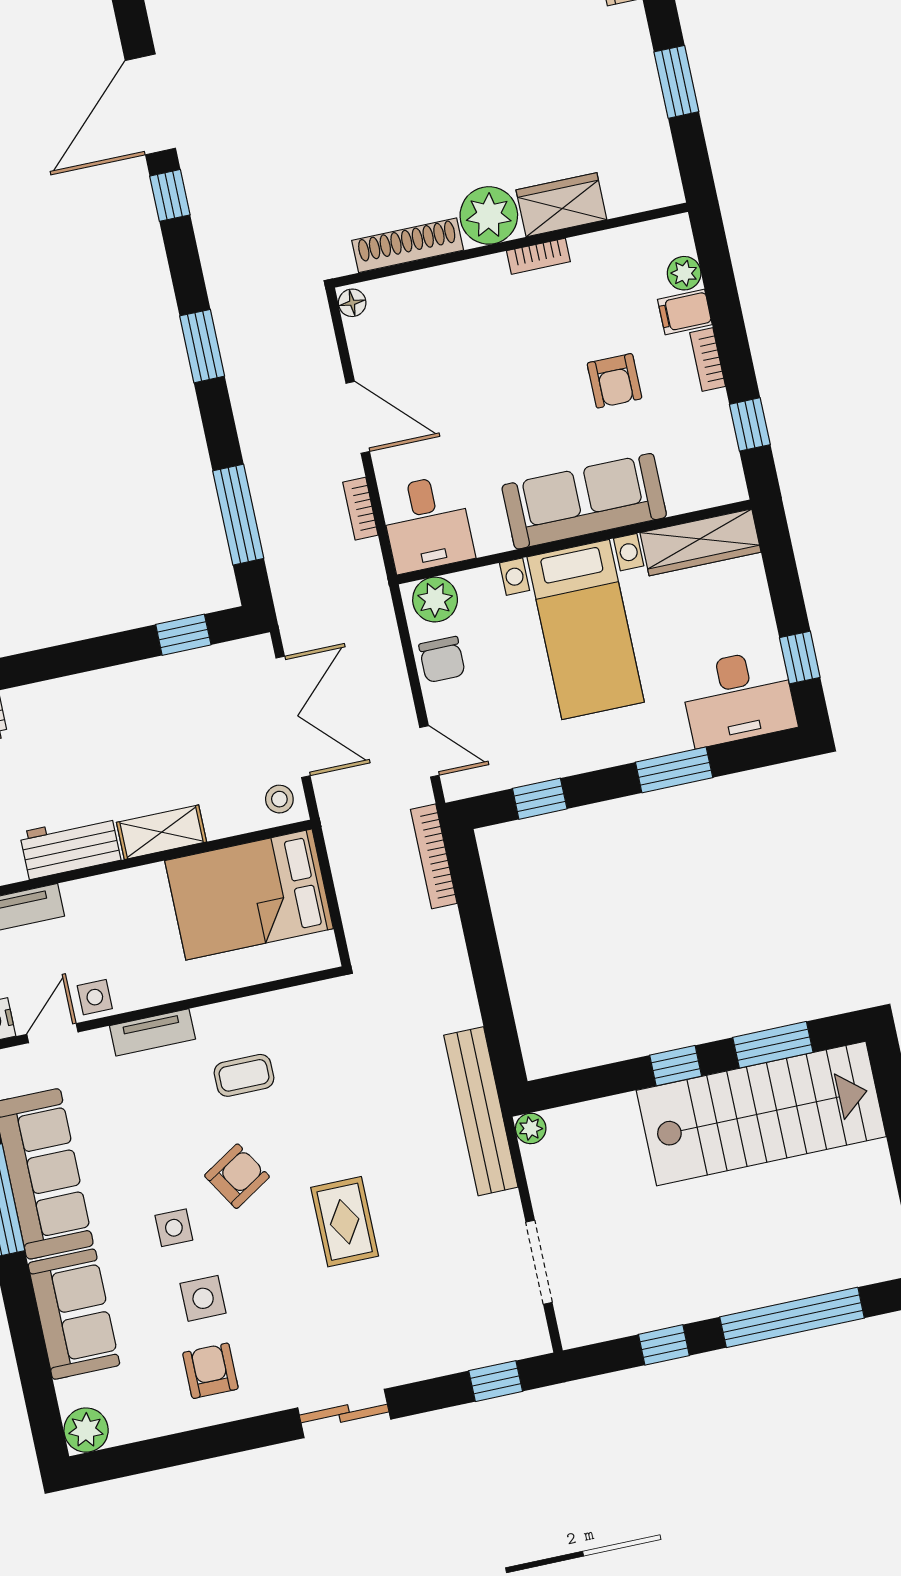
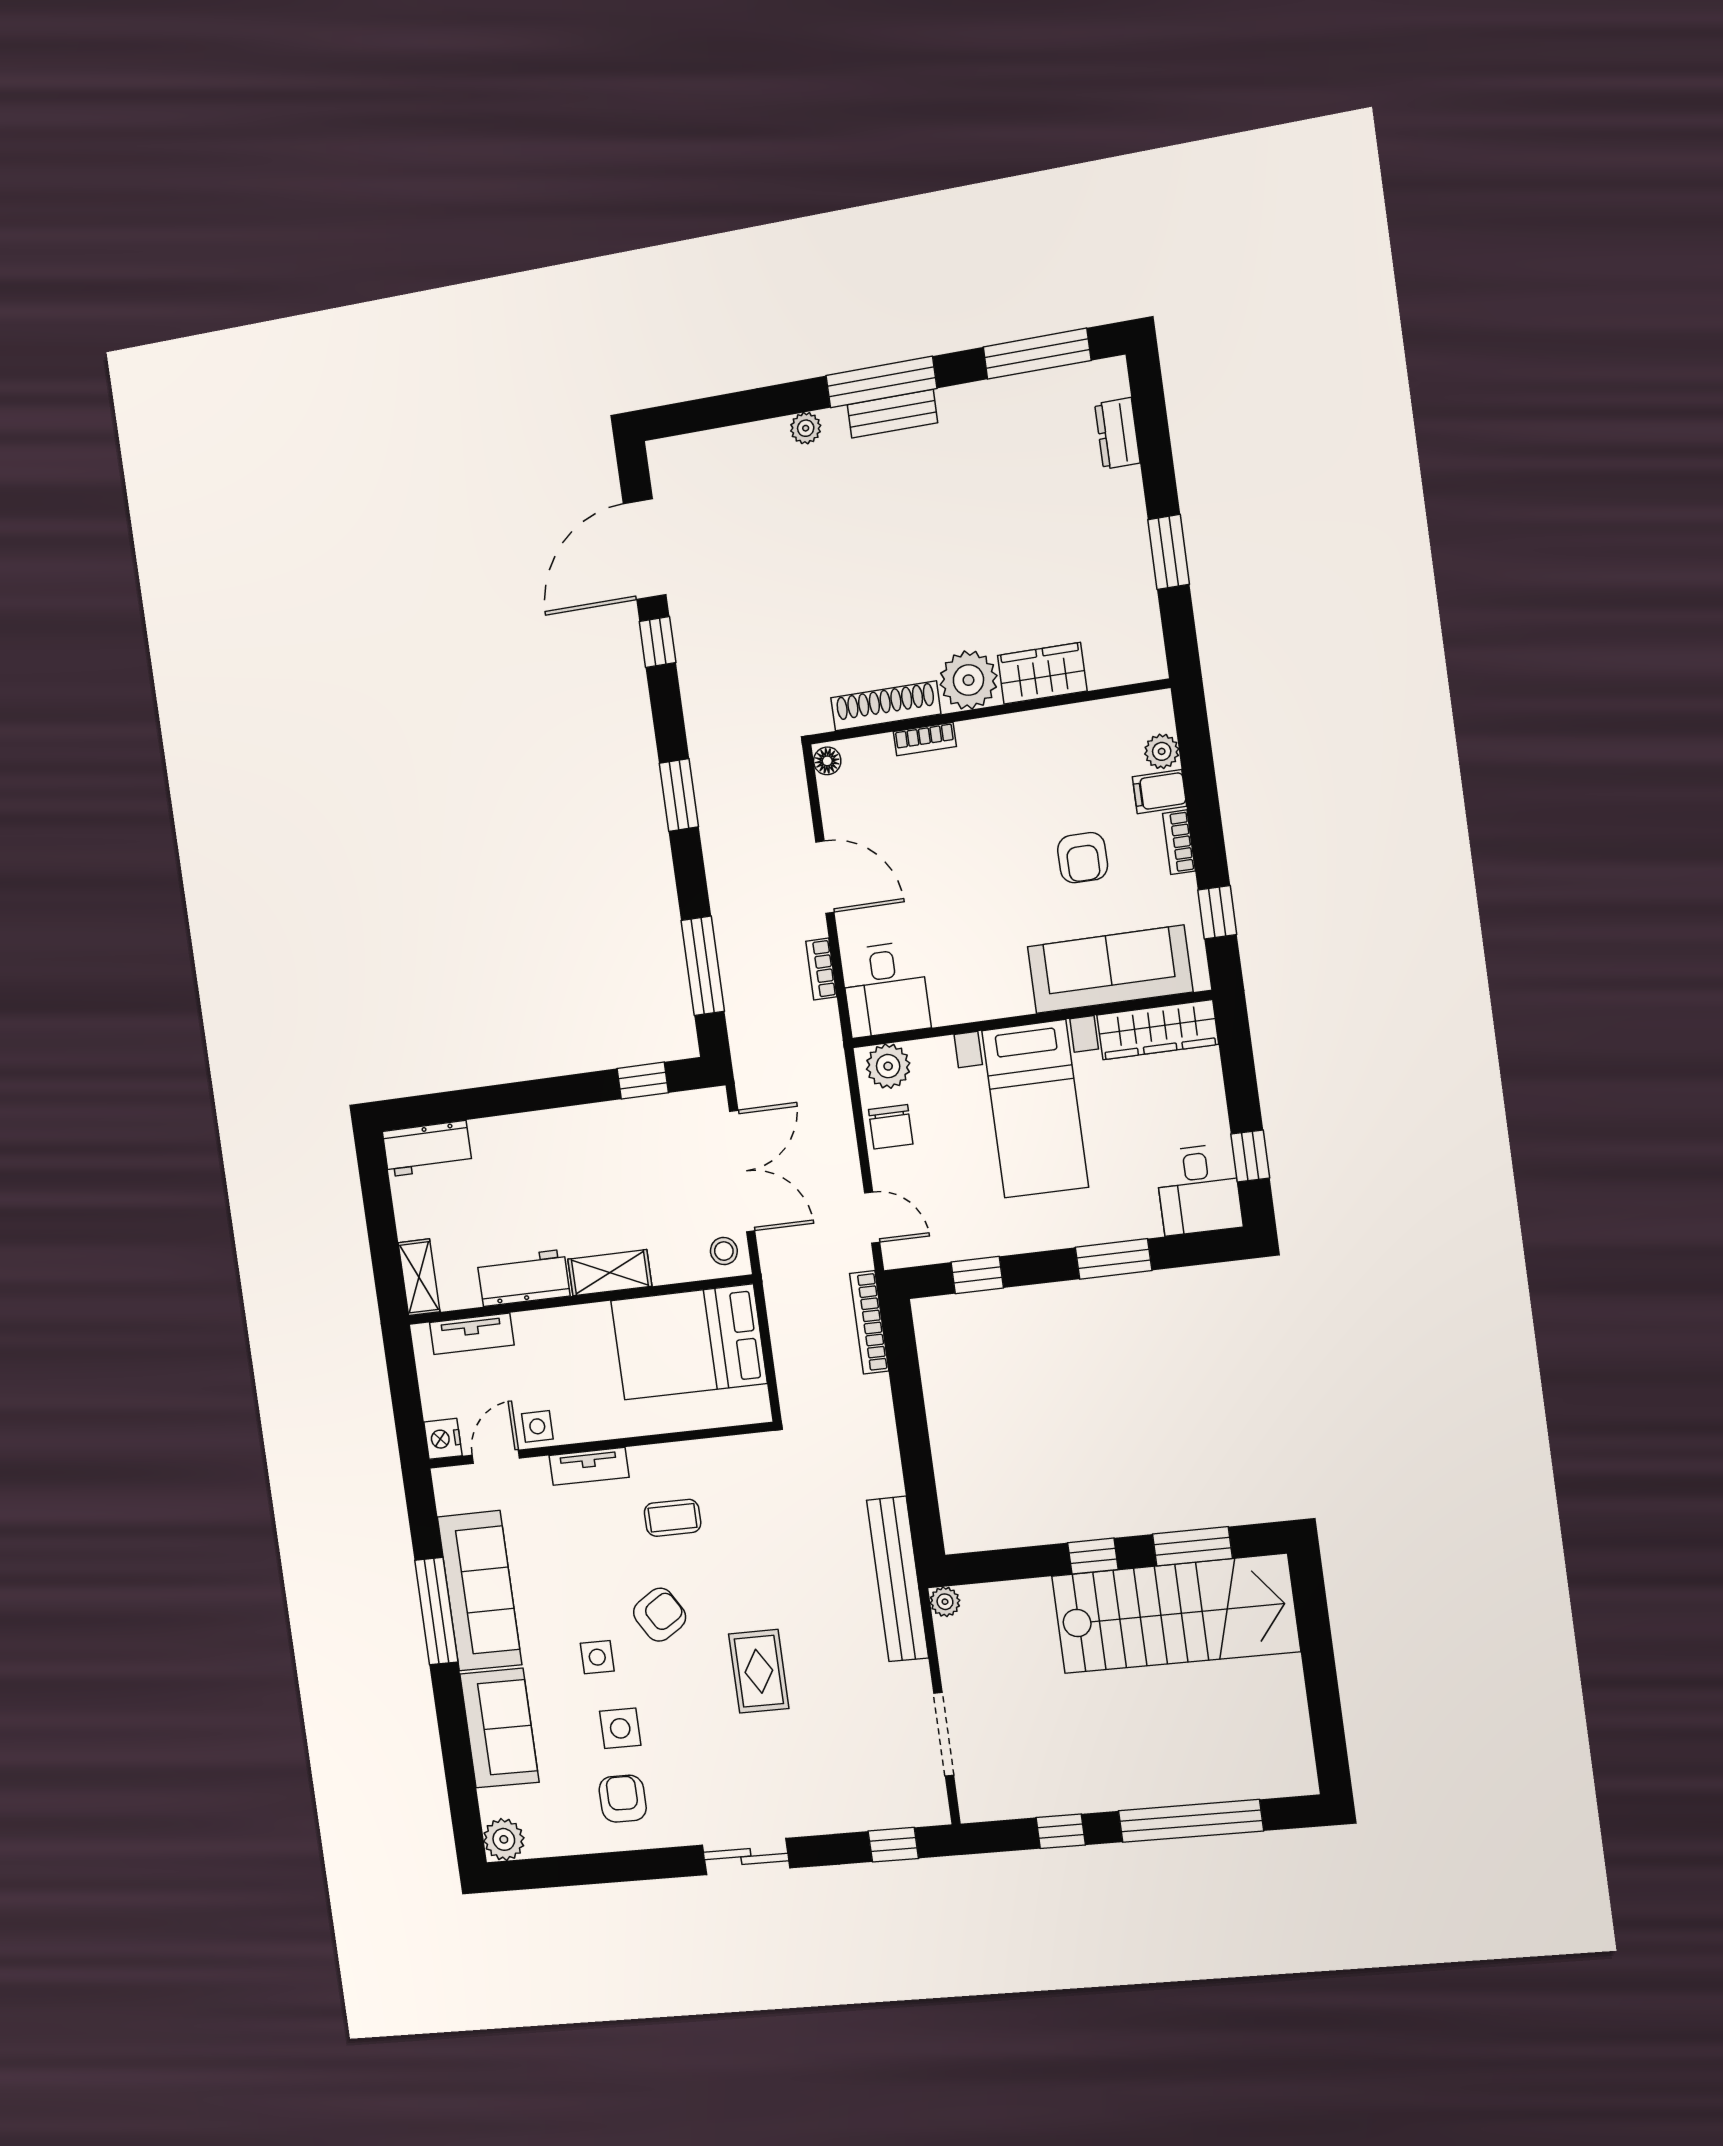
bookcase: (538, 256) -> (925, 739), moved
sofa: (584, 501) -> (1110, 969), moved
desk: (738, 697) -> (1198, 1190), width x0.73

